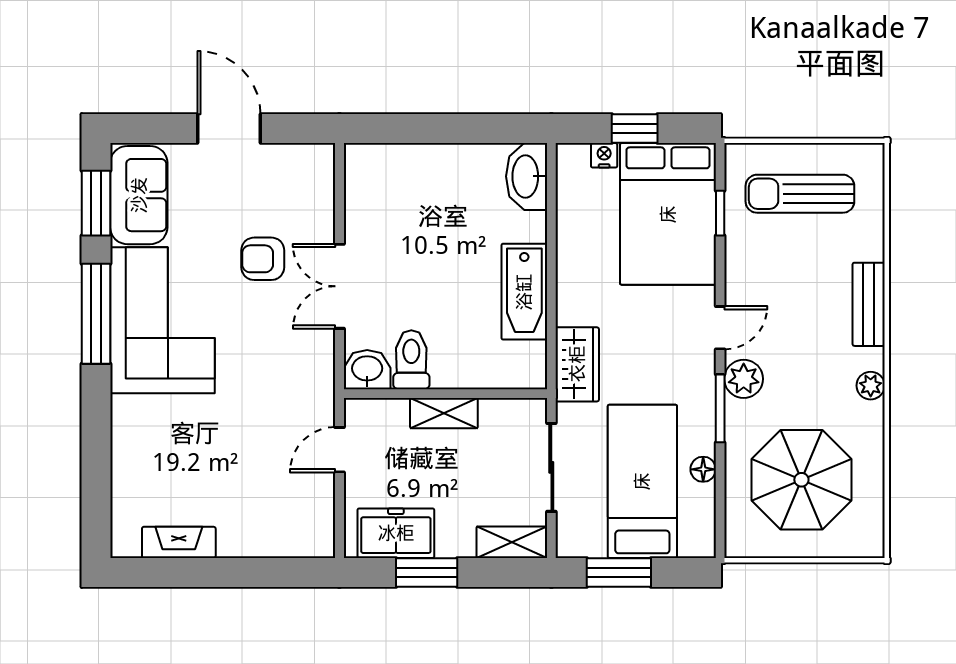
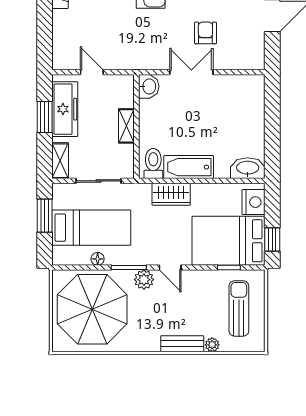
window: (635, 129) -> (272, 239), moved
nightstand: (604, 155) -> (254, 202), width x1.89, depth x1.79
toilet: (411, 360) -> (153, 164), moved, turned -90
wardrobe: (577, 364) -> (171, 194), moved
plant: (871, 386) -> (212, 345), moved
door: (339, 450) -> (92, 72), moved
parasol: (801, 480) -> (92, 309), width x1.36, depth x1.36
freezer: (396, 533) -> (65, 109), width x1.40

